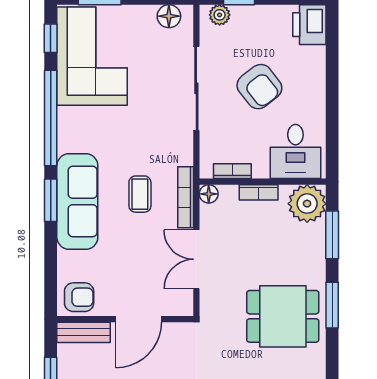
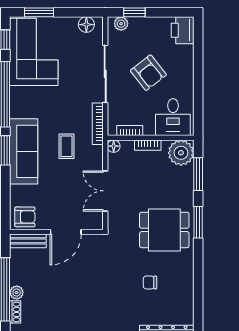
bookcase: (186, 197) -> (98, 124), moved

